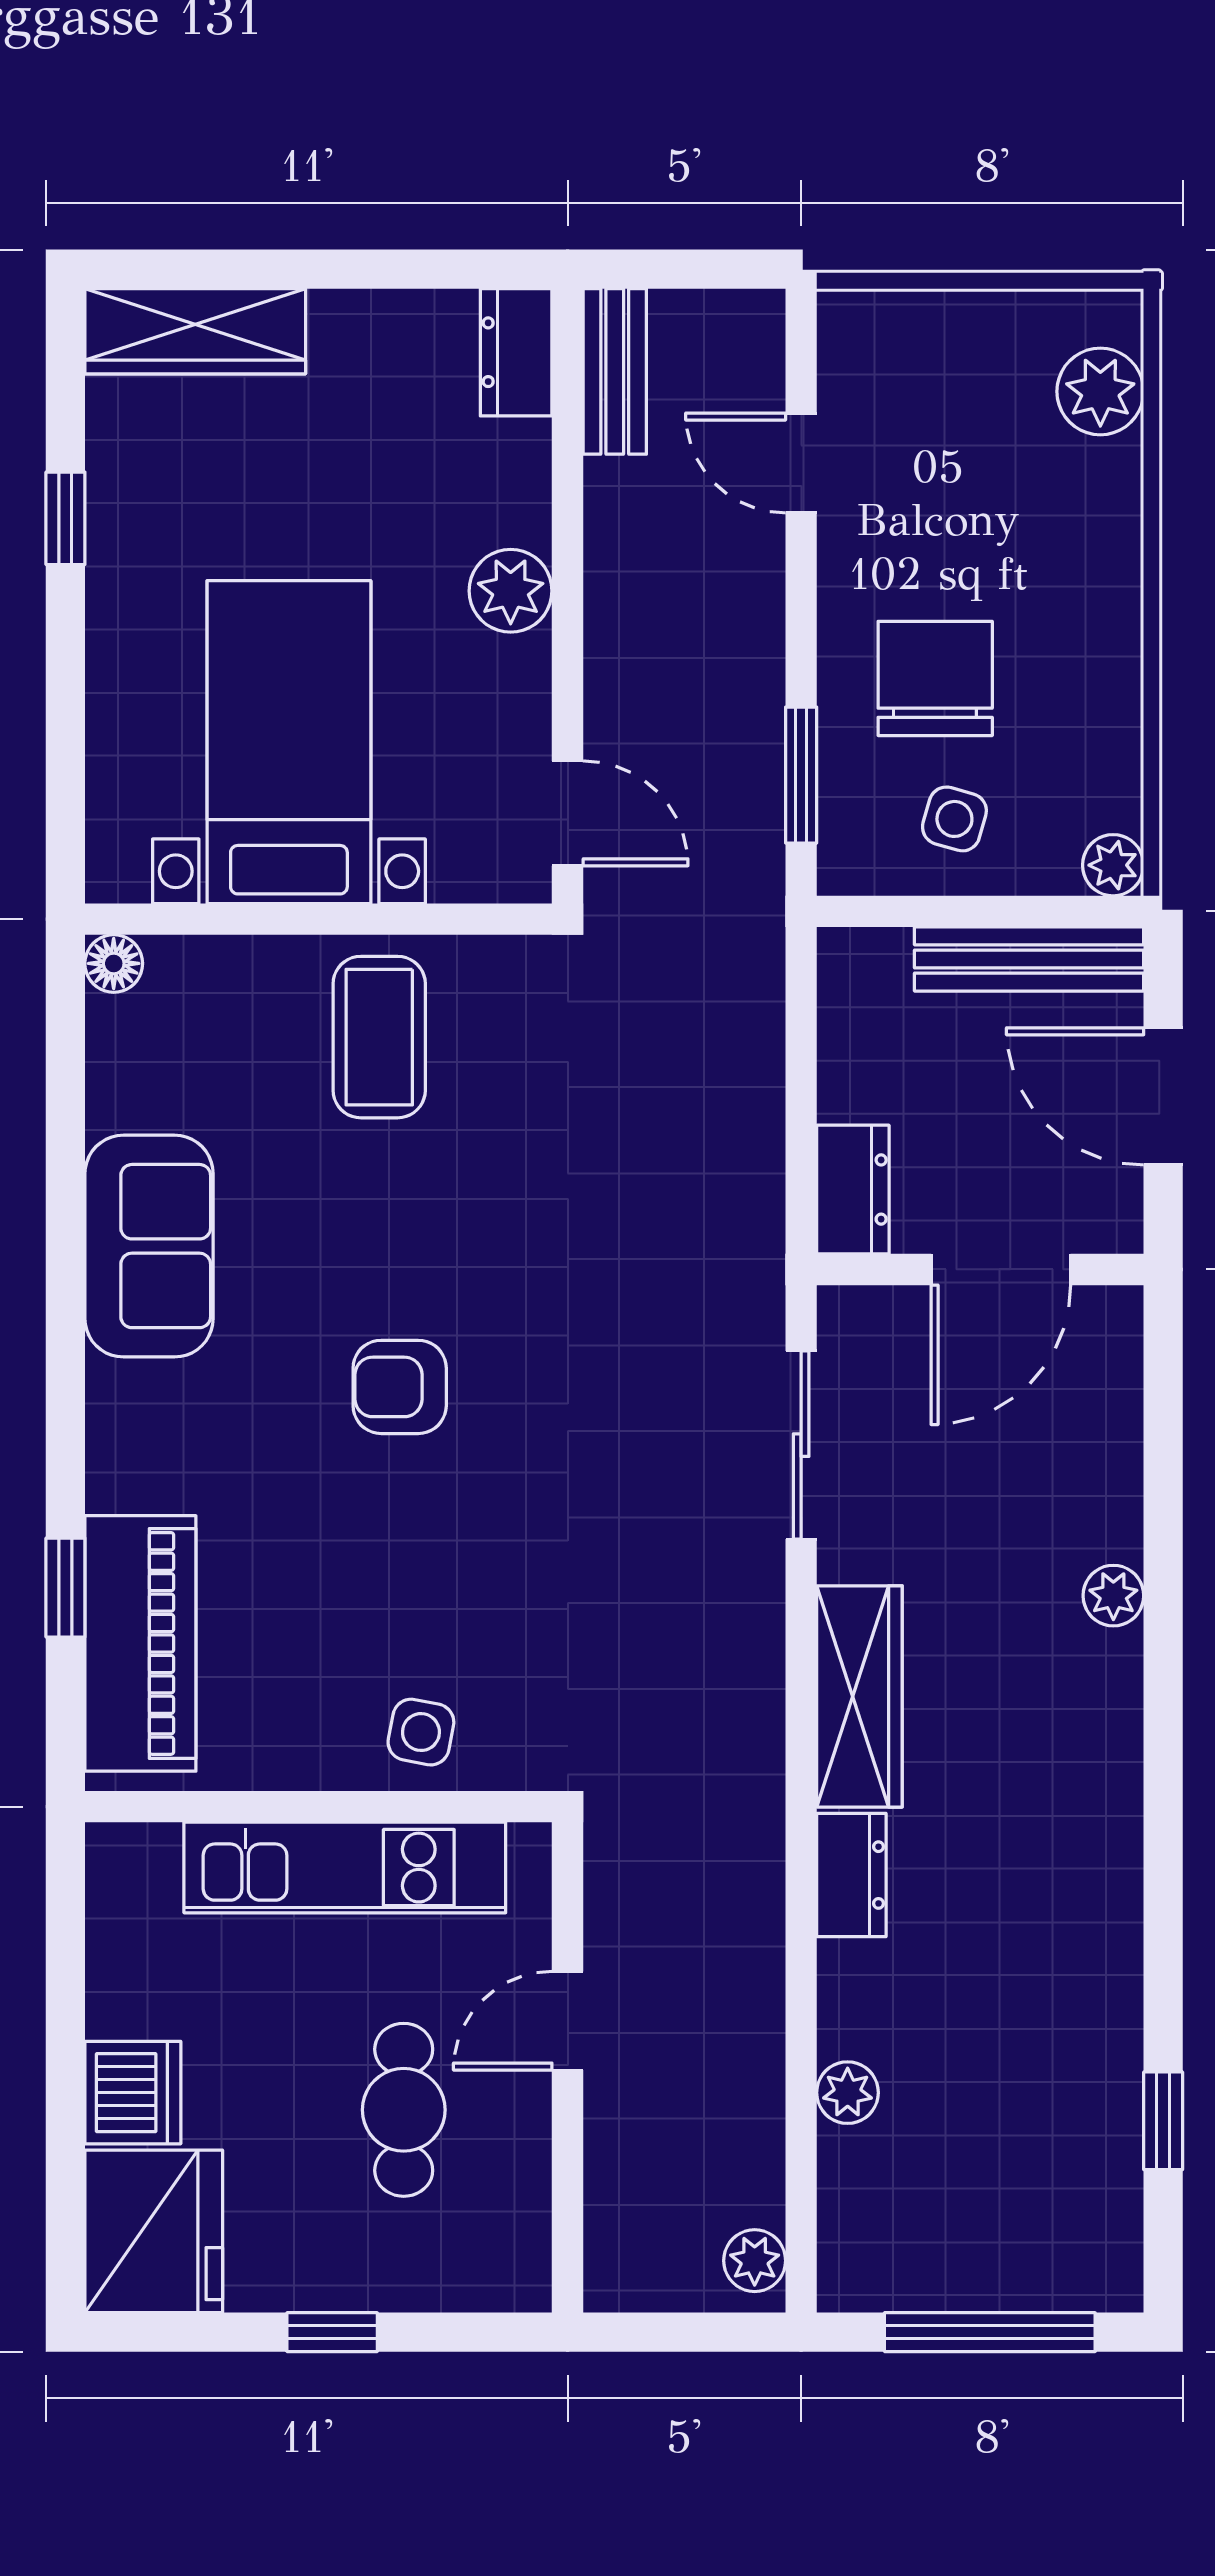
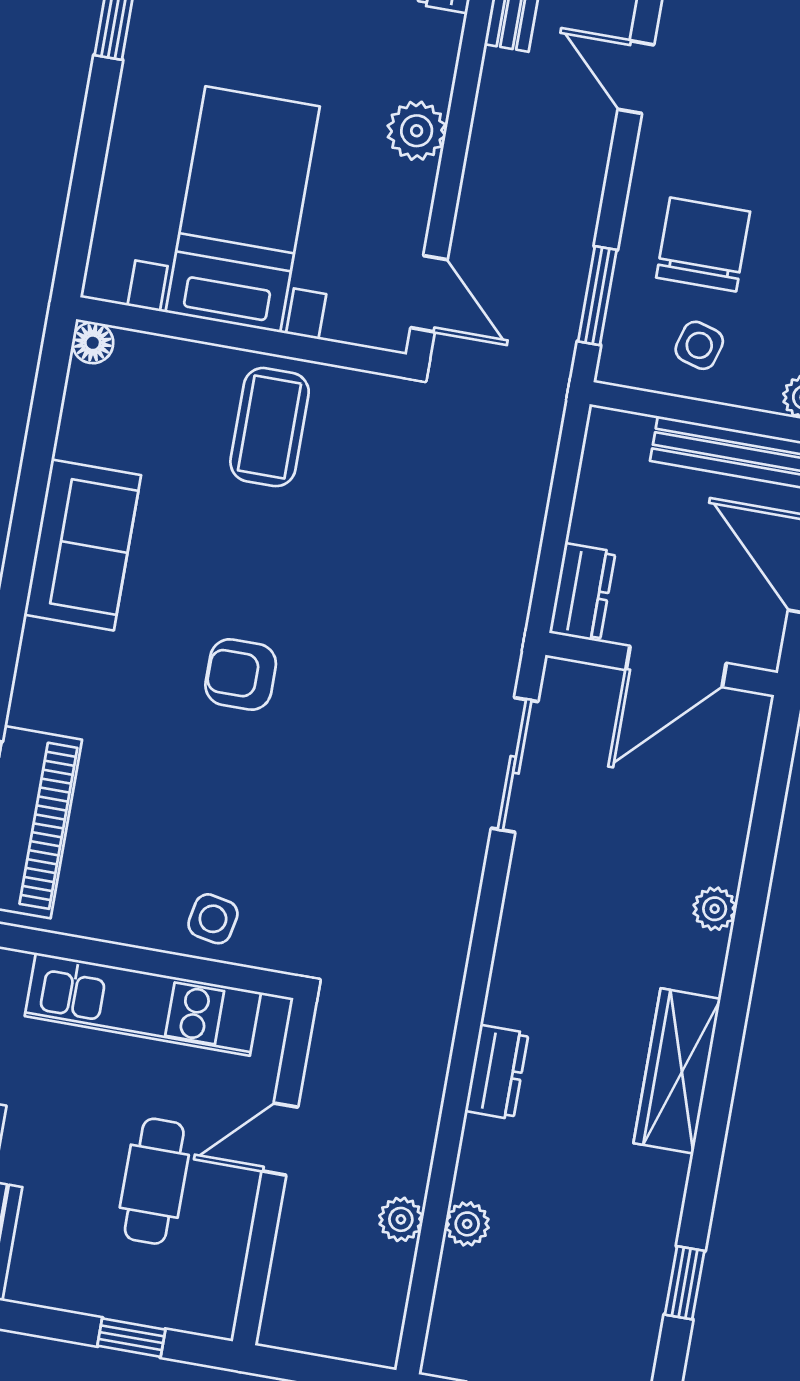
wardrobe: (859, 1696) -> (677, 1071), moved, turned 180
plant: (755, 2261) -> (401, 1219), moved
window: (332, 2332) -> (131, 1338), moved

